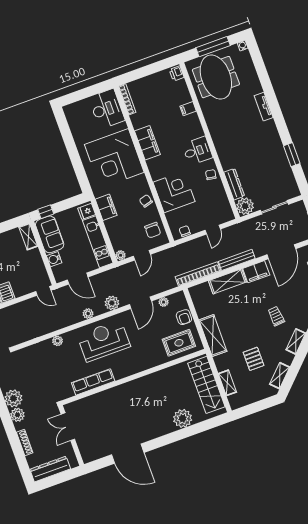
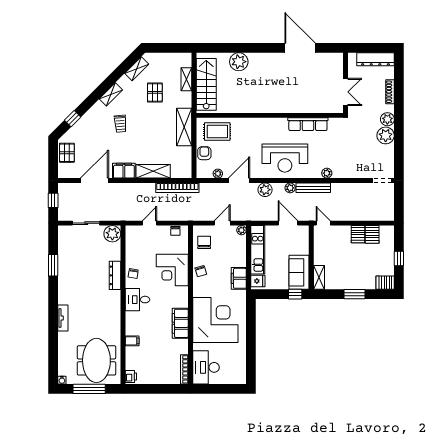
dresser: (234, 184) -> (115, 275), moved
water cooler: (54, 259) -> (303, 248), removed
bench: (237, 260) -> (313, 188), moved

